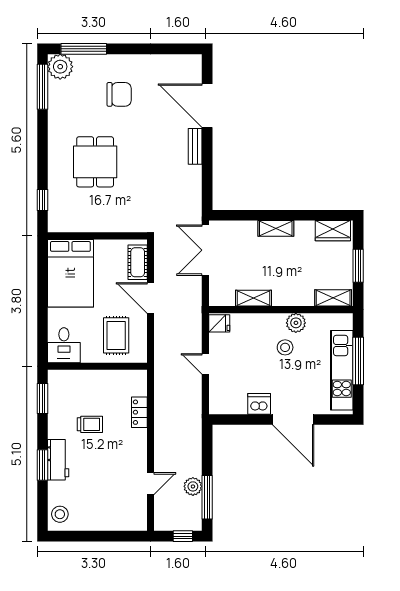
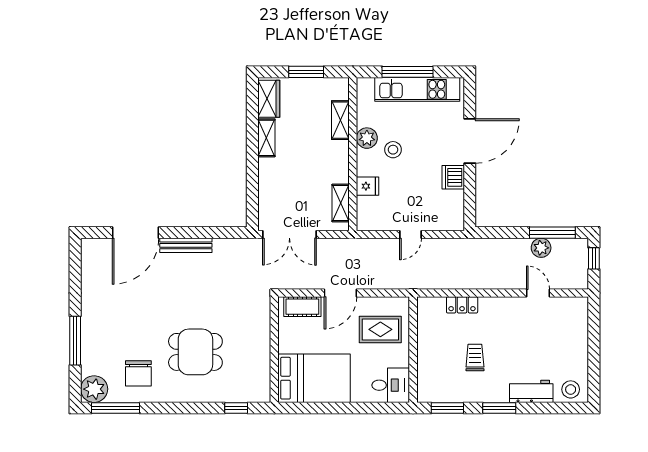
window: (84, 49) -> (75, 341), moved
chair: (119, 94) -> (138, 373), moved, turned 180
bench: (195, 146) -> (186, 245), width x1.36
shelving: (276, 228) -> (266, 138), moved
shelving: (253, 298) -> (341, 203), moved
shelving: (333, 298) -> (340, 120), moved
fridge: (219, 323) -> (368, 186), moved, turned 90
workbench: (58, 460) -> (531, 391), moved
window: (42, 465) -> (499, 408), moved

